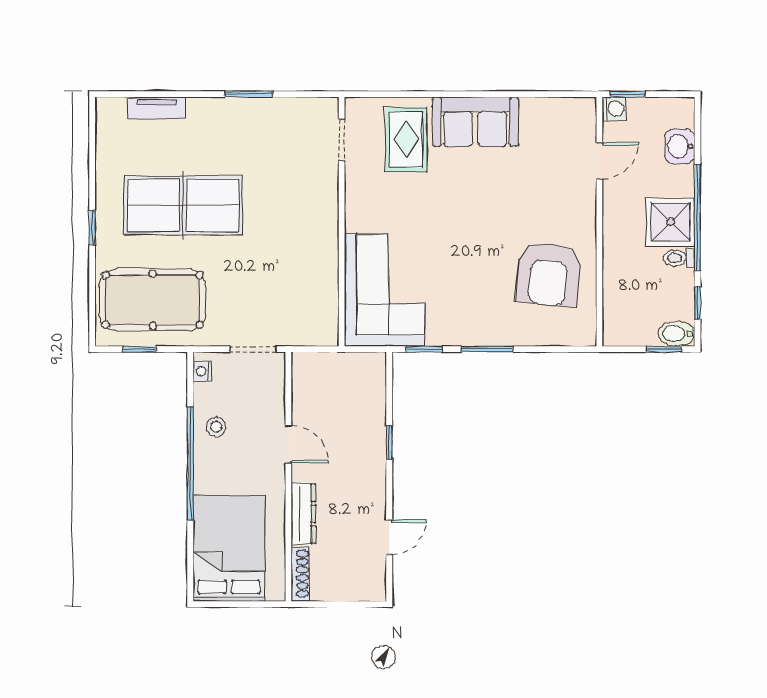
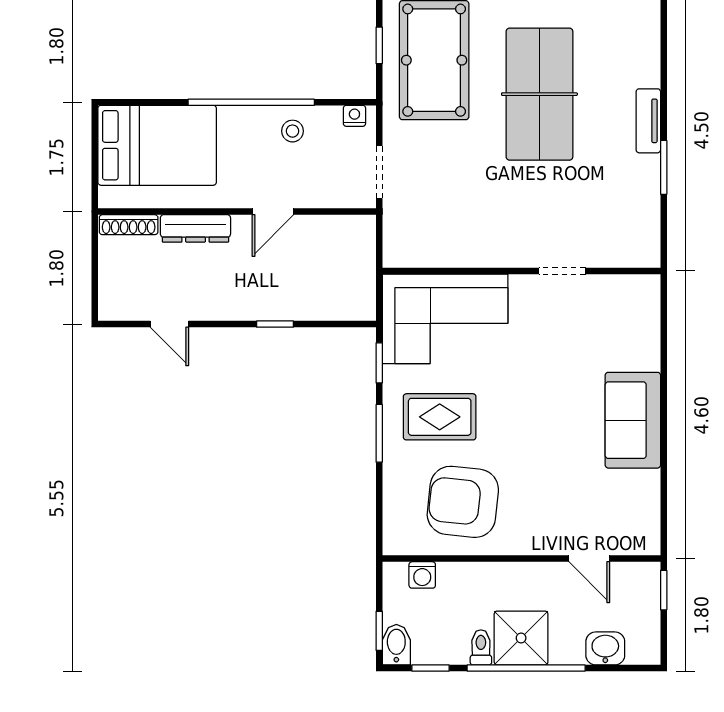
tv unit: (157, 108) -> (648, 121), moved
washing machine: (614, 109) -> (422, 575), moved
doorway: (342, 140) -> (562, 271), moved
rug: (406, 140) -> (440, 417), moved

